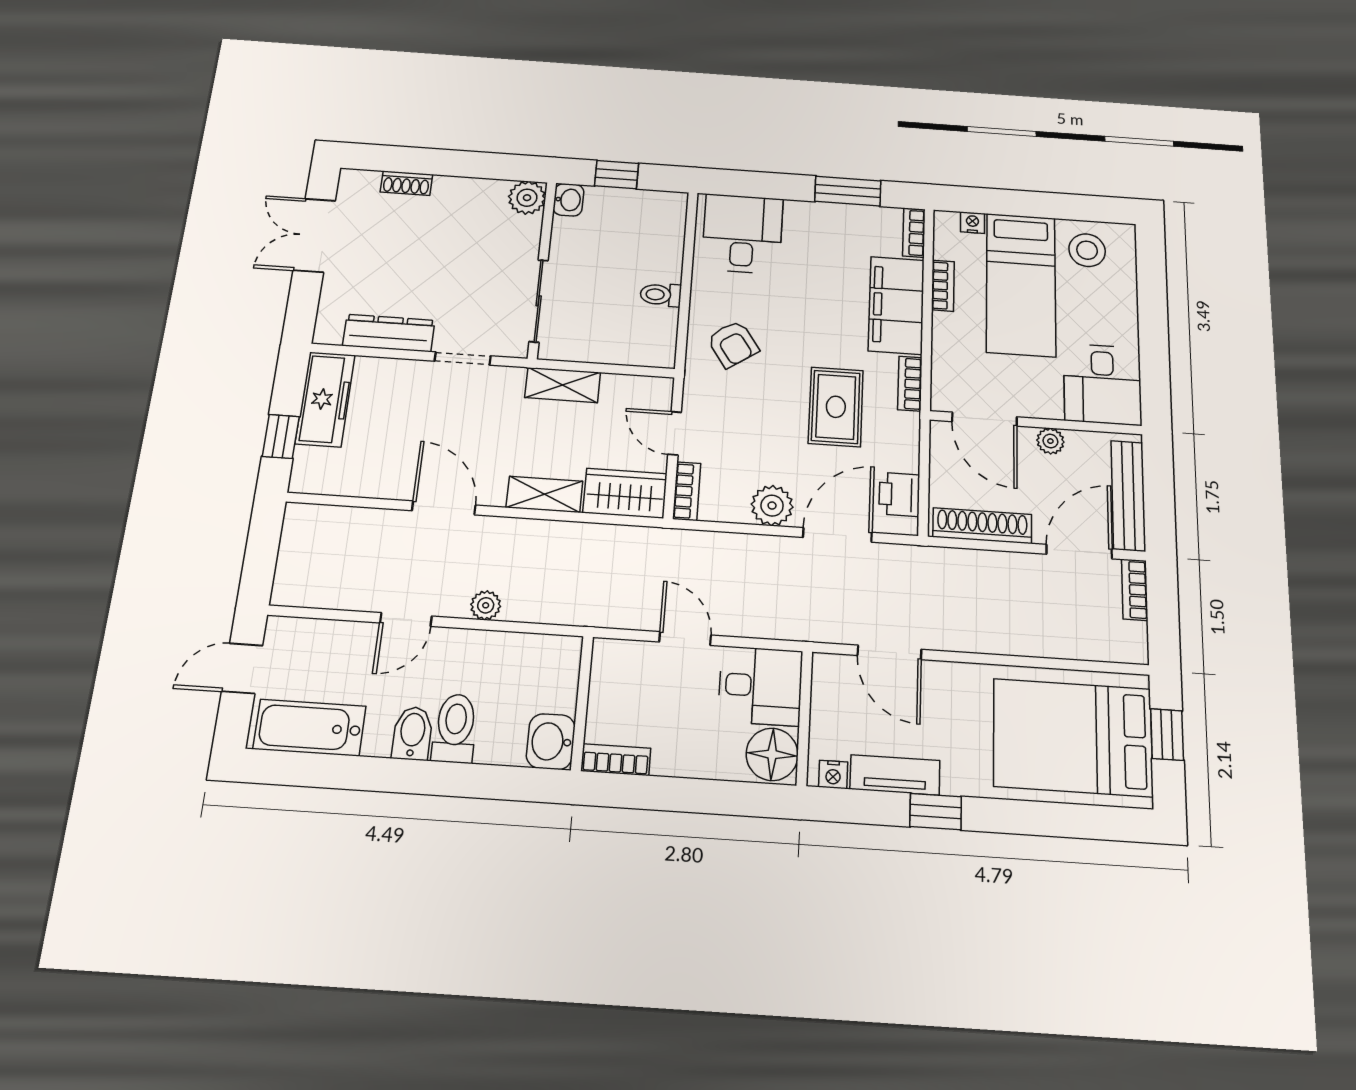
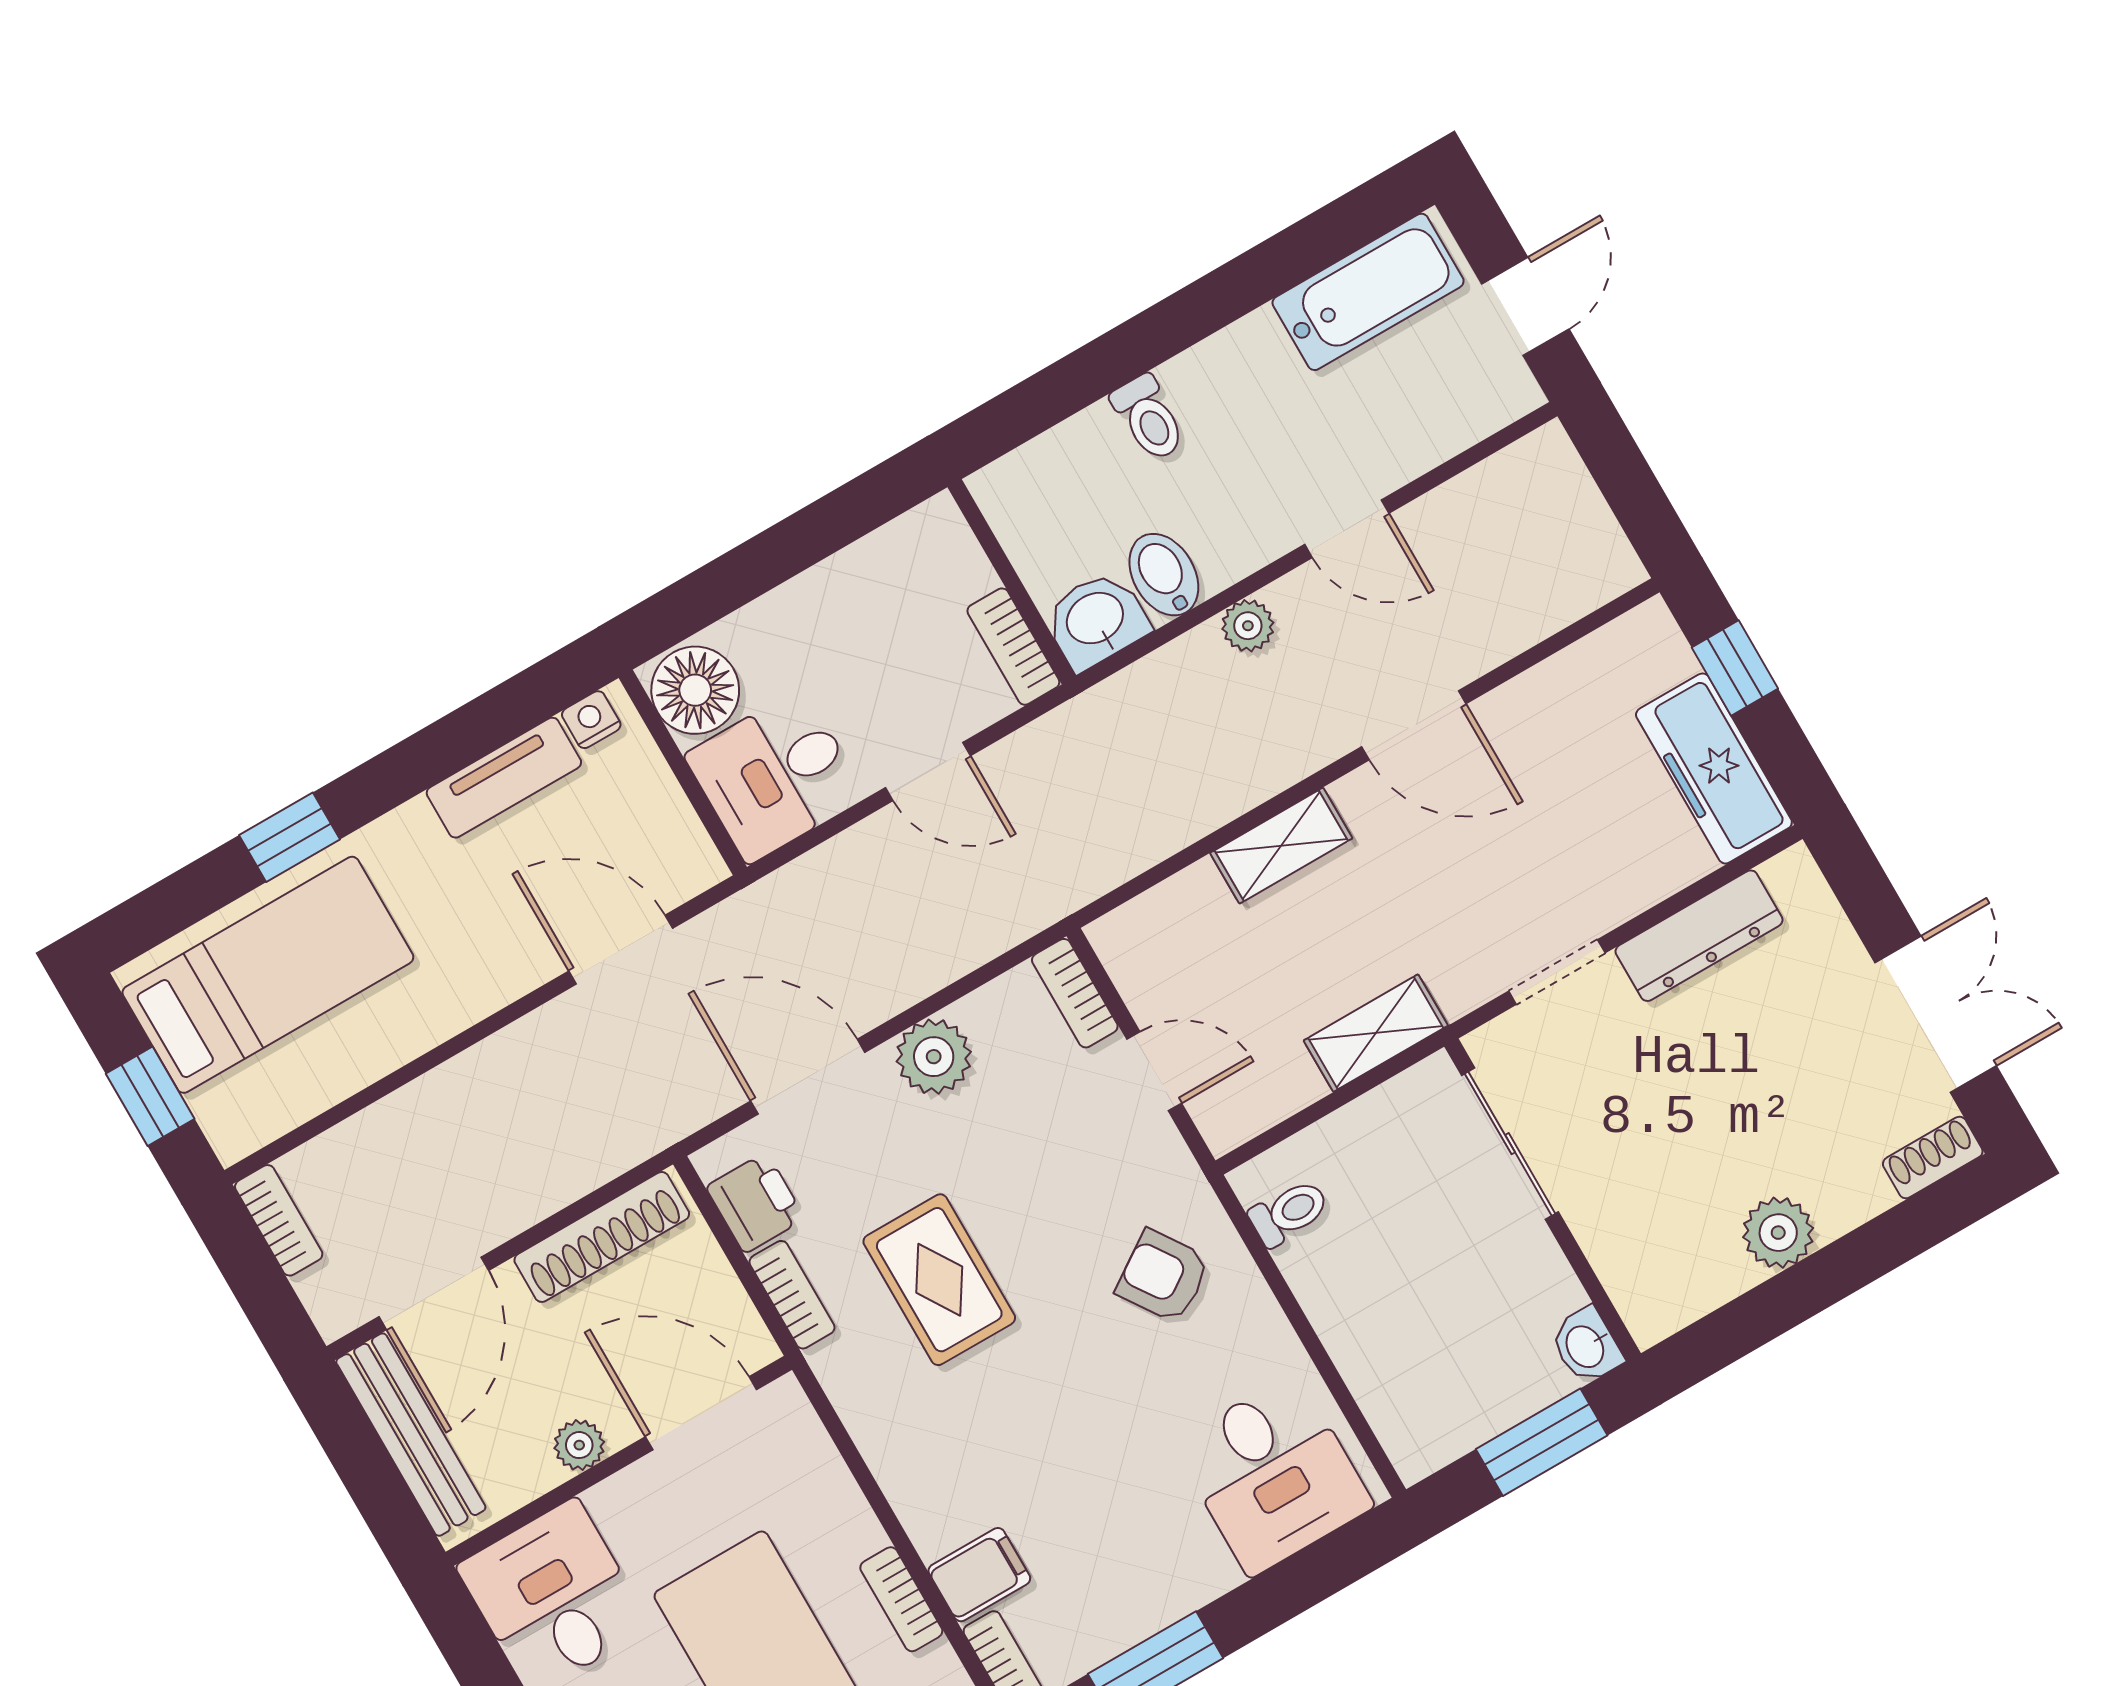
window: (617, 175) -> (1542, 1442), width x1.50
shoe rack: (406, 183) -> (1933, 1158), moved
plant: (527, 198) -> (1778, 1233), moved
toilet: (661, 295) -> (1289, 1213), moved
filing cabinet: (896, 305) -> (979, 1575), width x0.33, depth x0.86
bookcase: (910, 384) -> (792, 1295), moved
wardrobe: (625, 493) -> (1164, 928), removed
door: (837, 535) -> (808, 1077), swing flipped
bookcase: (1135, 590) -> (279, 1220), moved
door: (406, 620) -> (1347, 529), swing flipped
toilet: (455, 728) -> (1149, 418), width x0.73, depth x0.72
bidet: (412, 733) -> (1164, 575), moved, turned 180
bed: (1073, 737) -> (268, 975), width x0.67
washbasin: (551, 742) -> (1096, 620), moved, turned -90
bookcase: (616, 760) -> (1013, 647), moved, turned 90
window: (936, 812) -> (289, 837), moved

